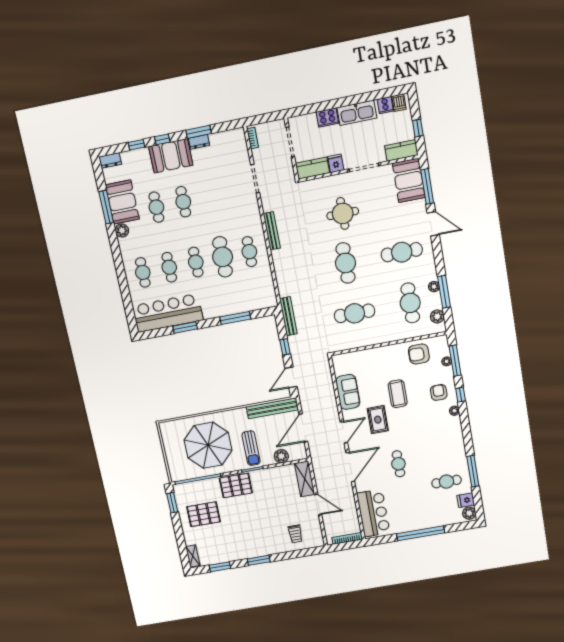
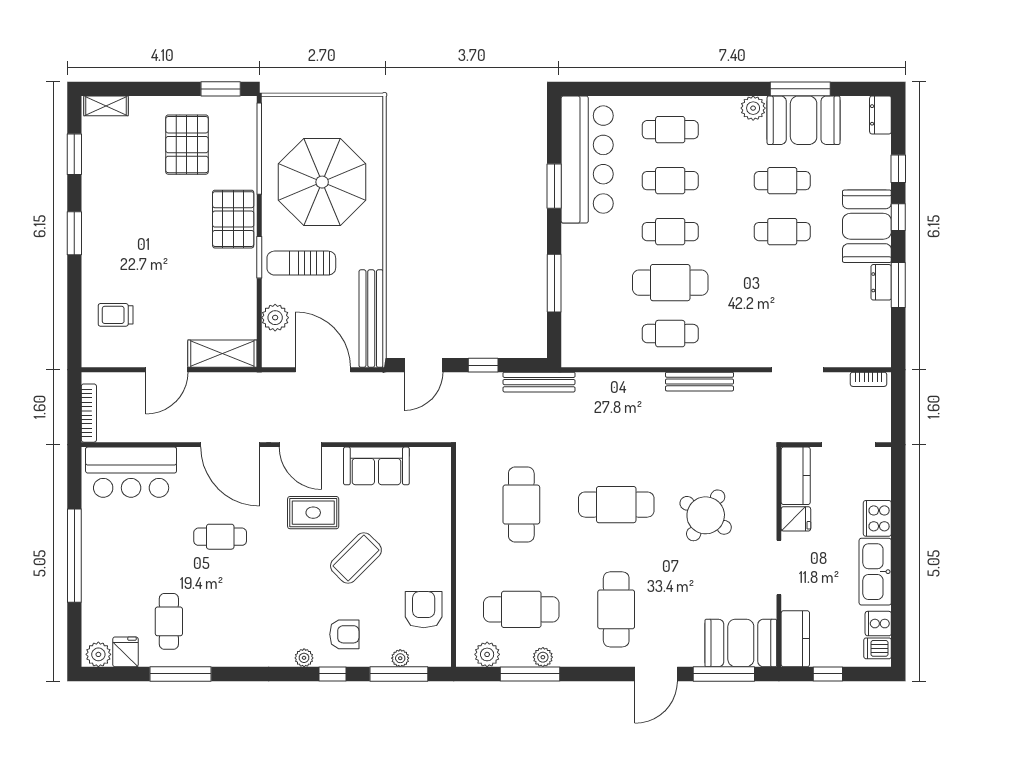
round table: (343, 213) -> (706, 515), turned 33
door: (291, 377) -> (424, 365), swing flipped
coffee table: (398, 394) -> (356, 558), turned -45

